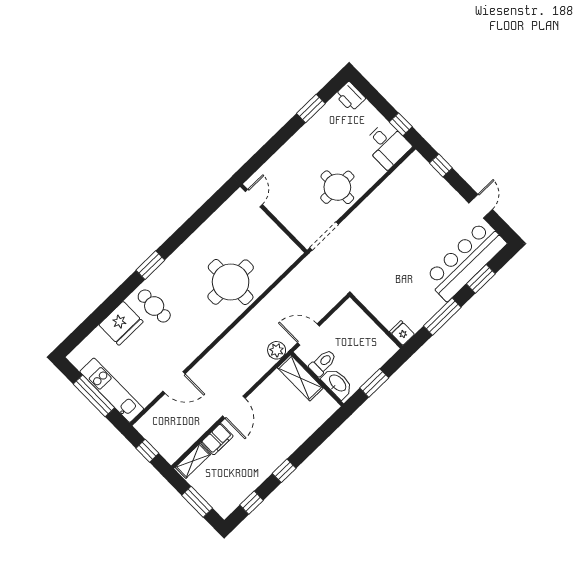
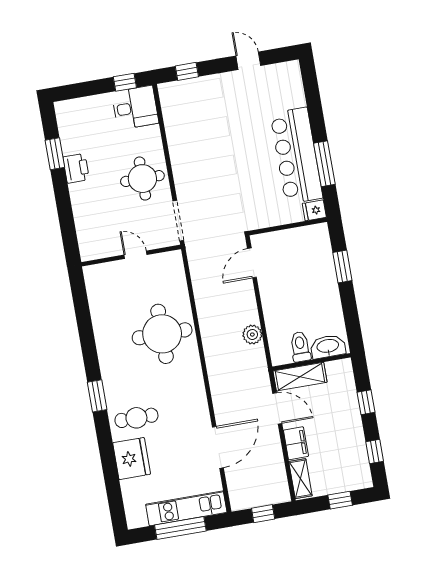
printer: (350, 97) -> (76, 168), moved, turned -90
door: (254, 198) -> (136, 255), moved
bar counter: (465, 261) -> (296, 156), moved
window: (481, 279) -> (314, 106), removed
door: (308, 334) -> (252, 263), moved
toilet: (323, 363) -> (300, 347), moved
shelving: (300, 378) -> (300, 377), moved
wall: (317, 379) -> (312, 362), moved
door: (174, 383) -> (218, 447), width x1.36
washbasin: (337, 383) -> (328, 347), moved
window: (197, 502) -> (340, 500), width x0.67

